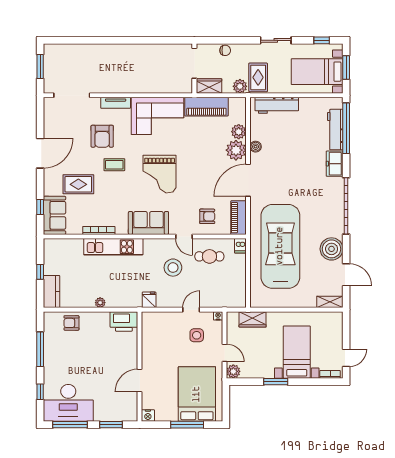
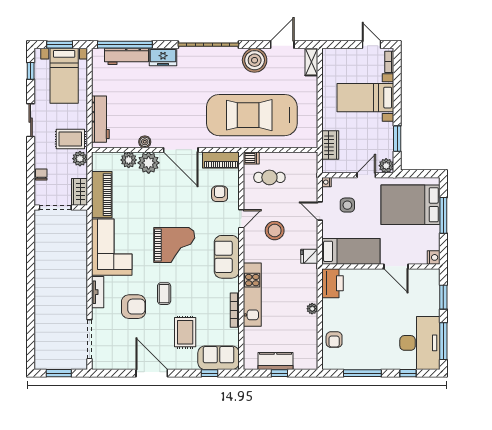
cafe table: (209, 256) -> (269, 177), moved, turned 90
kitchen counter: (52, 292) -> (276, 361), moved
bed: (154, 339) -> (351, 251), added
window: (276, 382) -> (397, 139), moved

